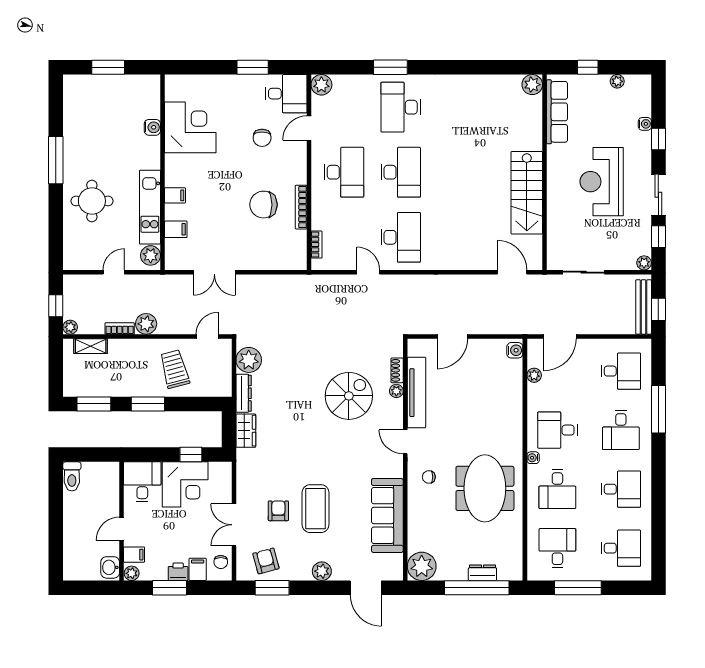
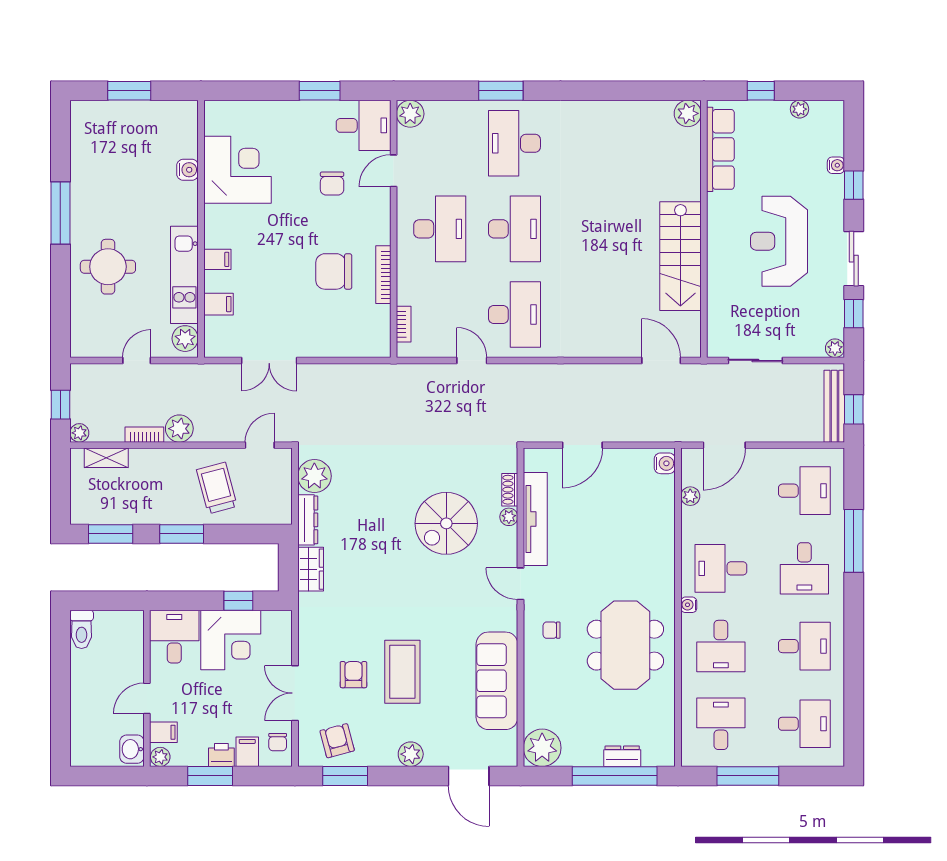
spiral stairs: (349, 396) -> (446, 523), turned 180

